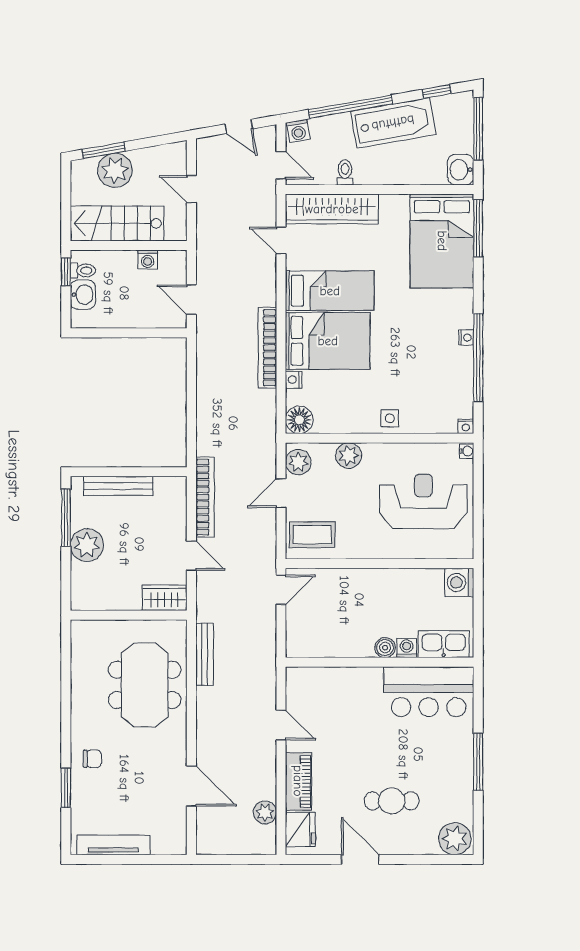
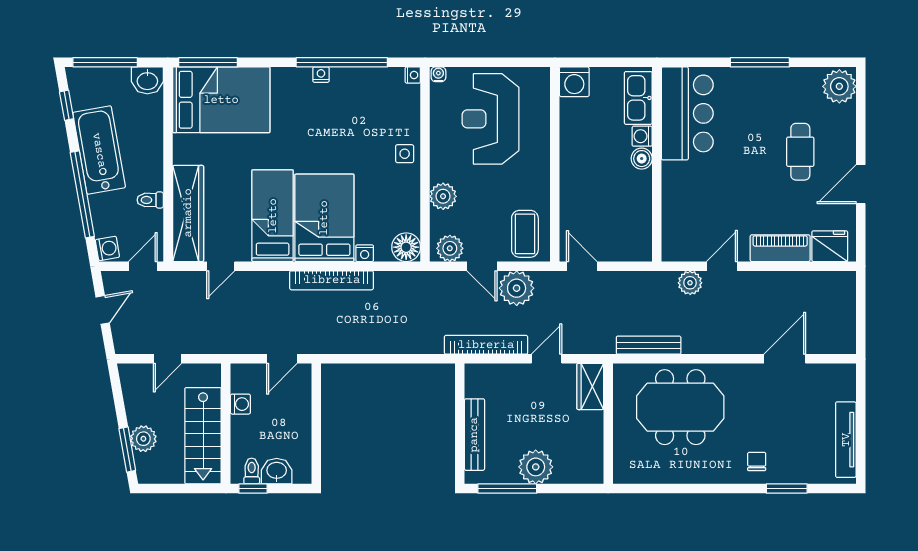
plant: (115, 170) -> (143, 439), width x0.73, depth x0.73
plant: (260, 527) -> (517, 288), added
plant: (265, 812) -> (690, 283), moved

